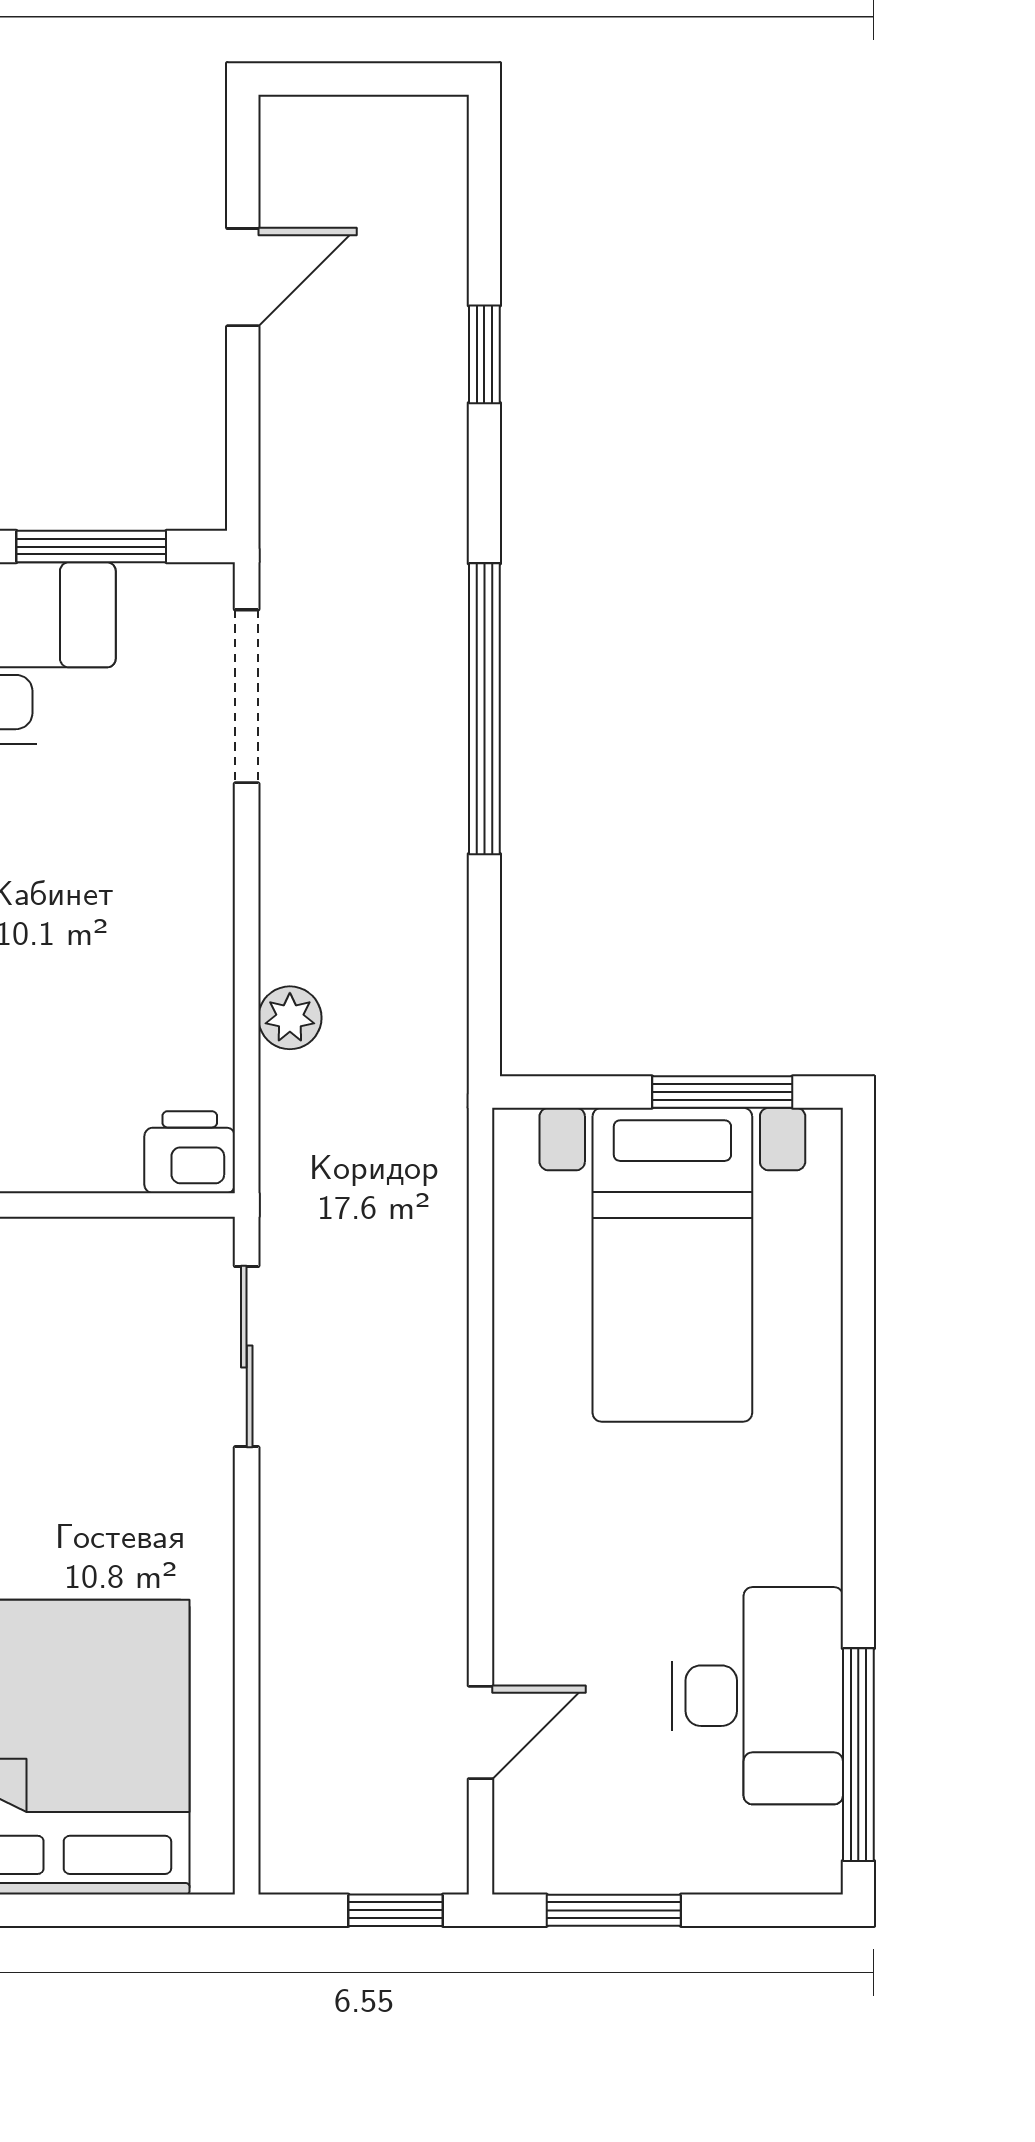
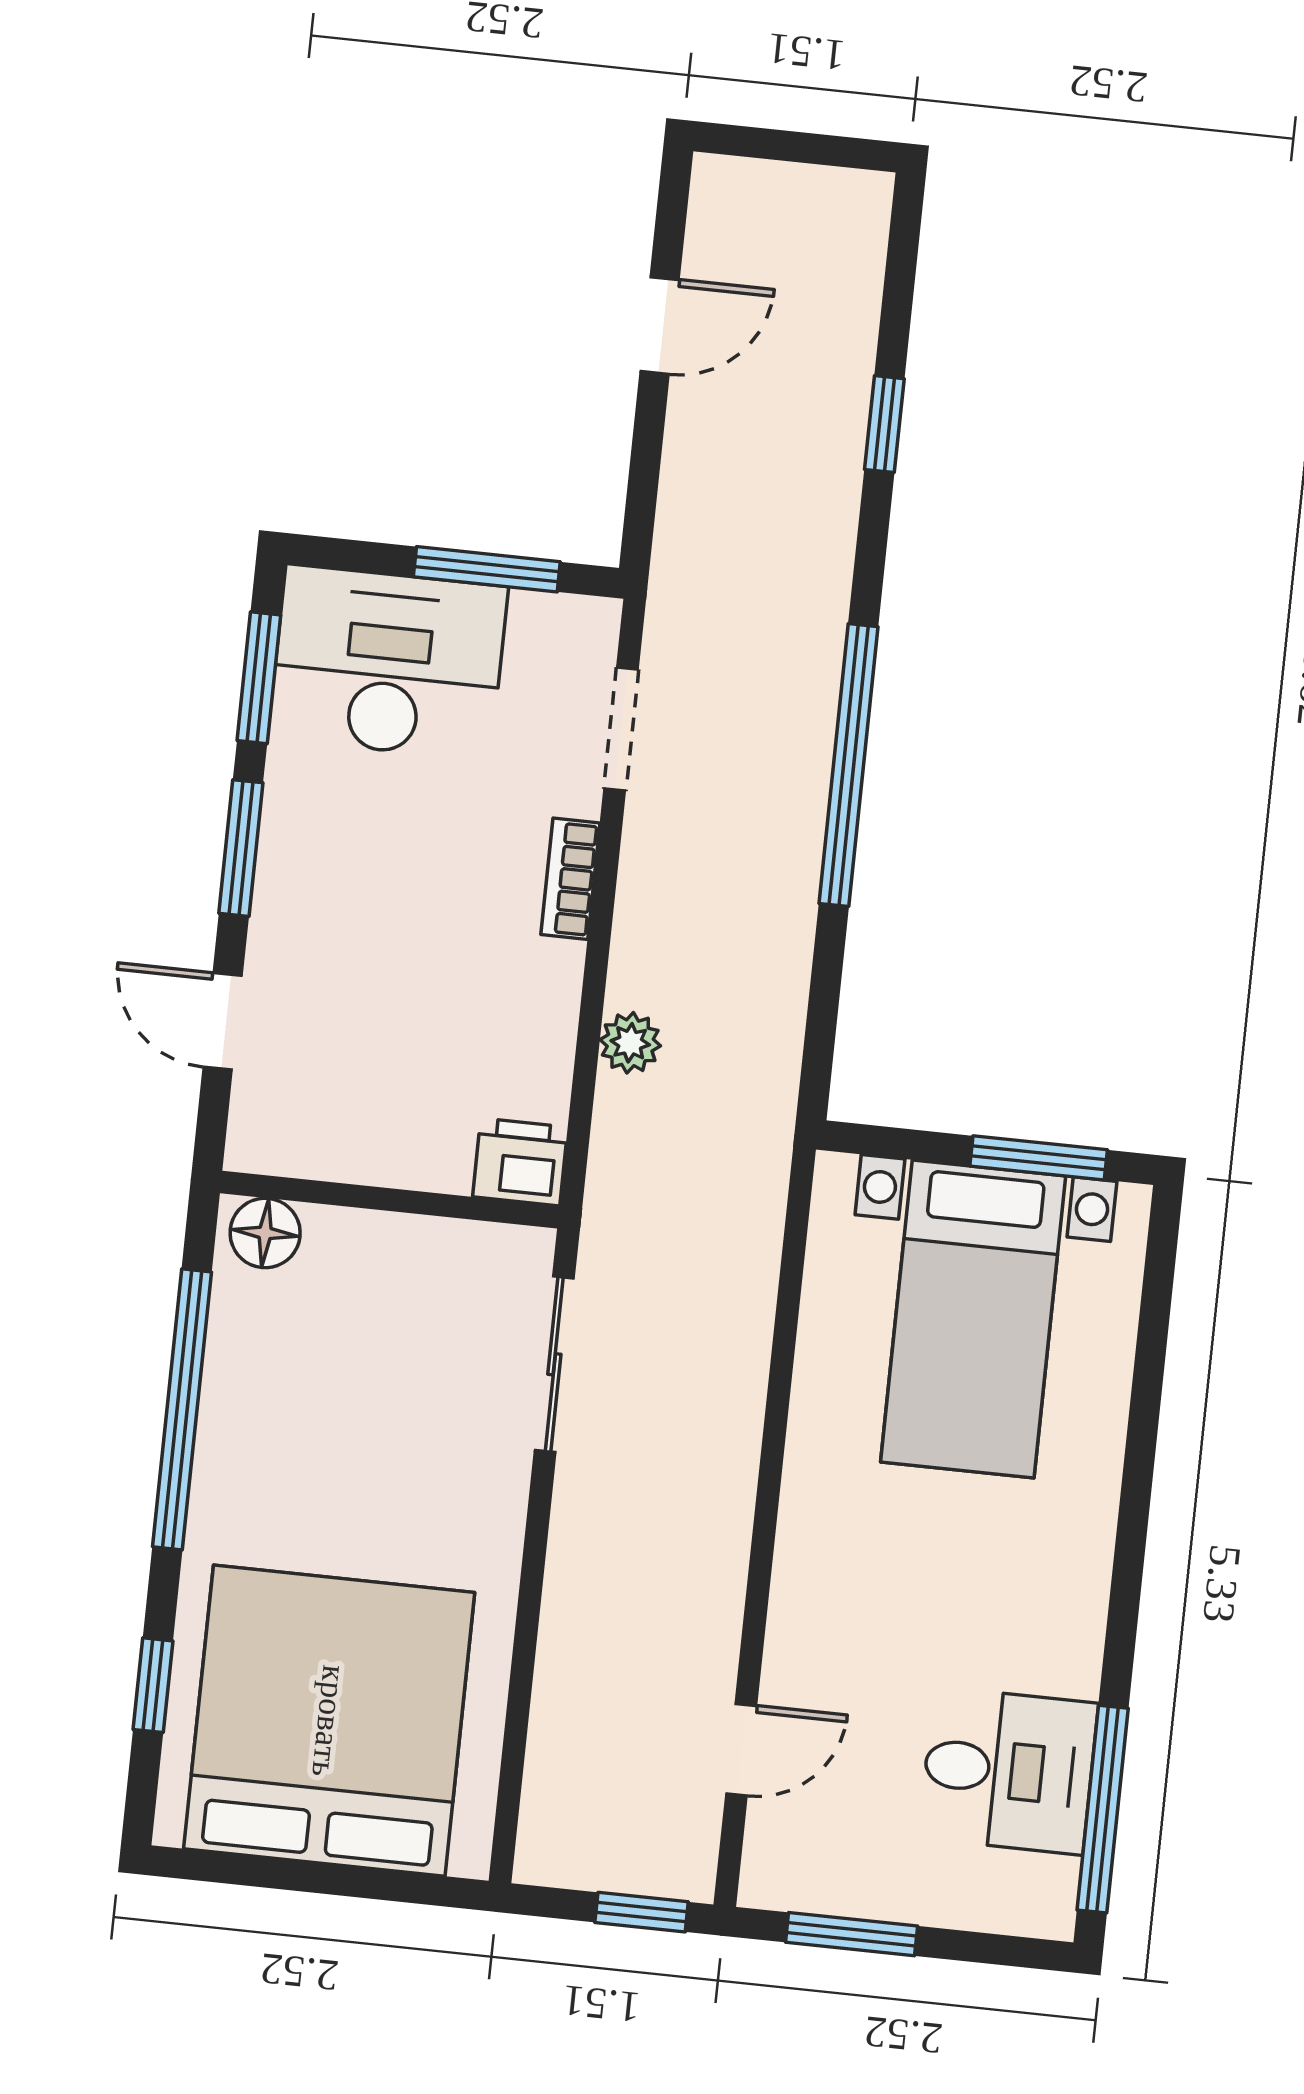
doorway: (247, 696) -> (621, 729), width x0.73
bookcase: (211, 856) -> (570, 879), added
desk: (757, 1696) -> (1008, 1771), width x0.73

